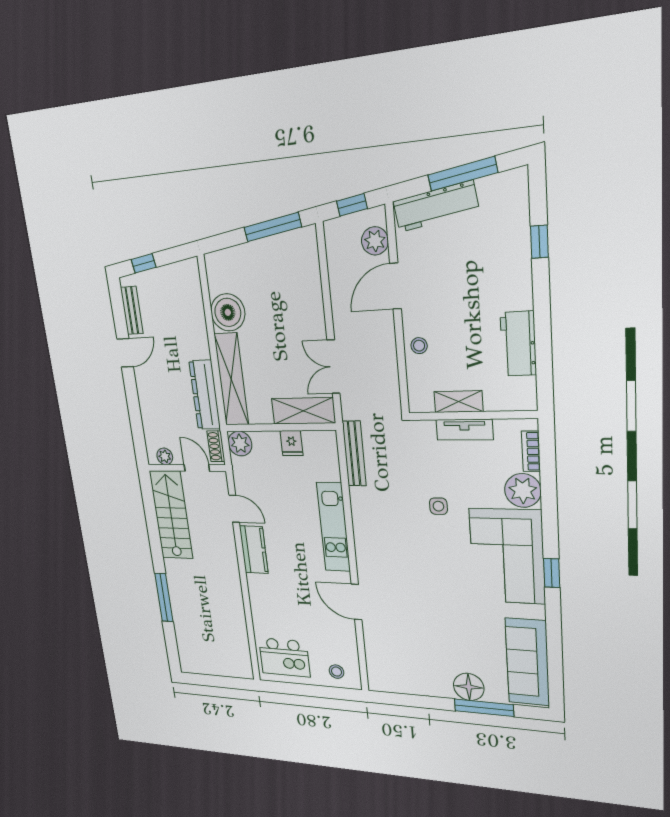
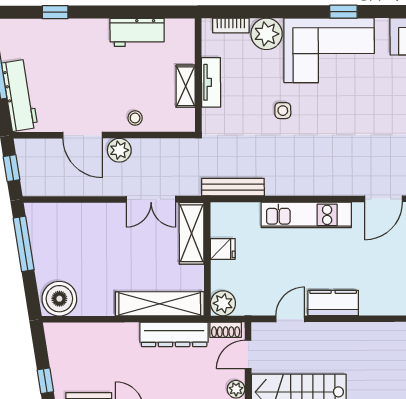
plant: (375, 241) -> (119, 150), moved
boiler: (228, 312) -> (59, 299), moved

